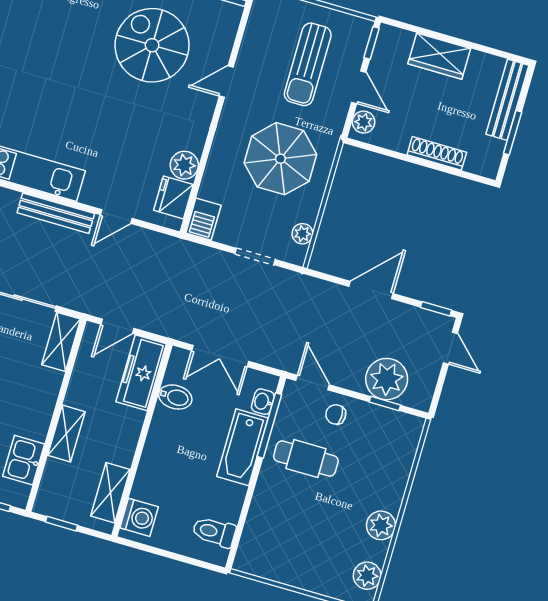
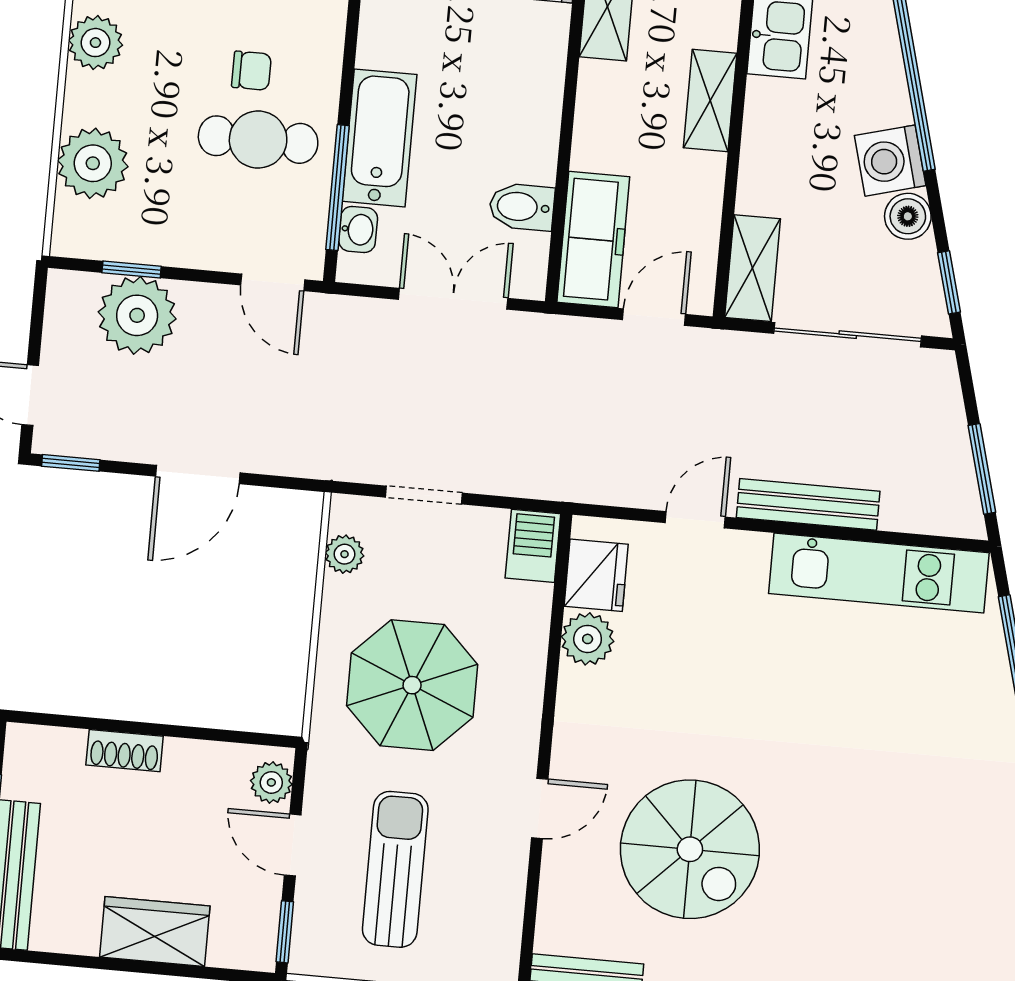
shoe rack: (437, 153) -> (125, 751), width x0.70
chair: (336, 414) -> (251, 71), moved
plant: (394, 463) -> (93, 163), added

